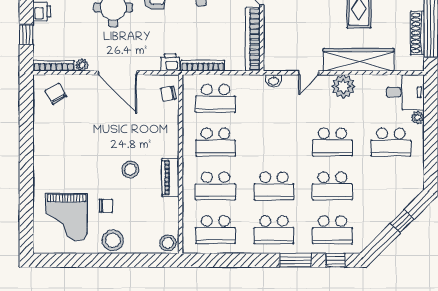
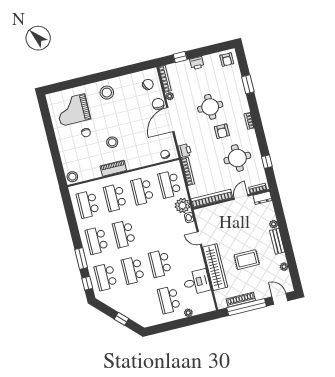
chair: (89, 86) -> (158, 104), added
plant: (343, 86) -> (182, 205), moved
desk: (405, 92) -> (197, 282), moved, turned -90
stool: (113, 240) -> (107, 93), moved

